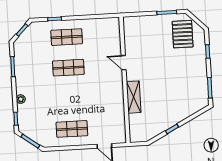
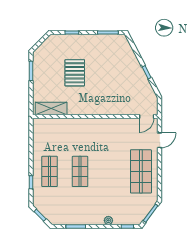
pallet: (183, 34) -> (75, 73), moved, turned 90
door: (124, 63) -> (147, 116), moved
shelving: (134, 97) -> (51, 108), moved
shop shelf: (72, 129) -> (141, 171), width x1.43, depth x1.36

